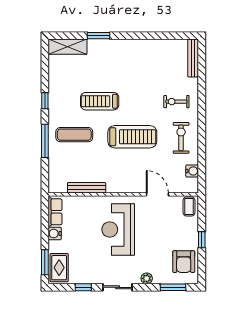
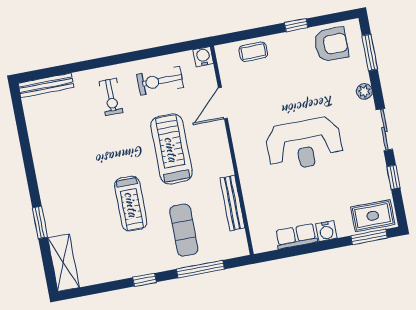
bench: (87, 188) -> (232, 203), moved
wall: (123, 194) -> (232, 150), moved
door: (157, 194) -> (223, 103), moved

